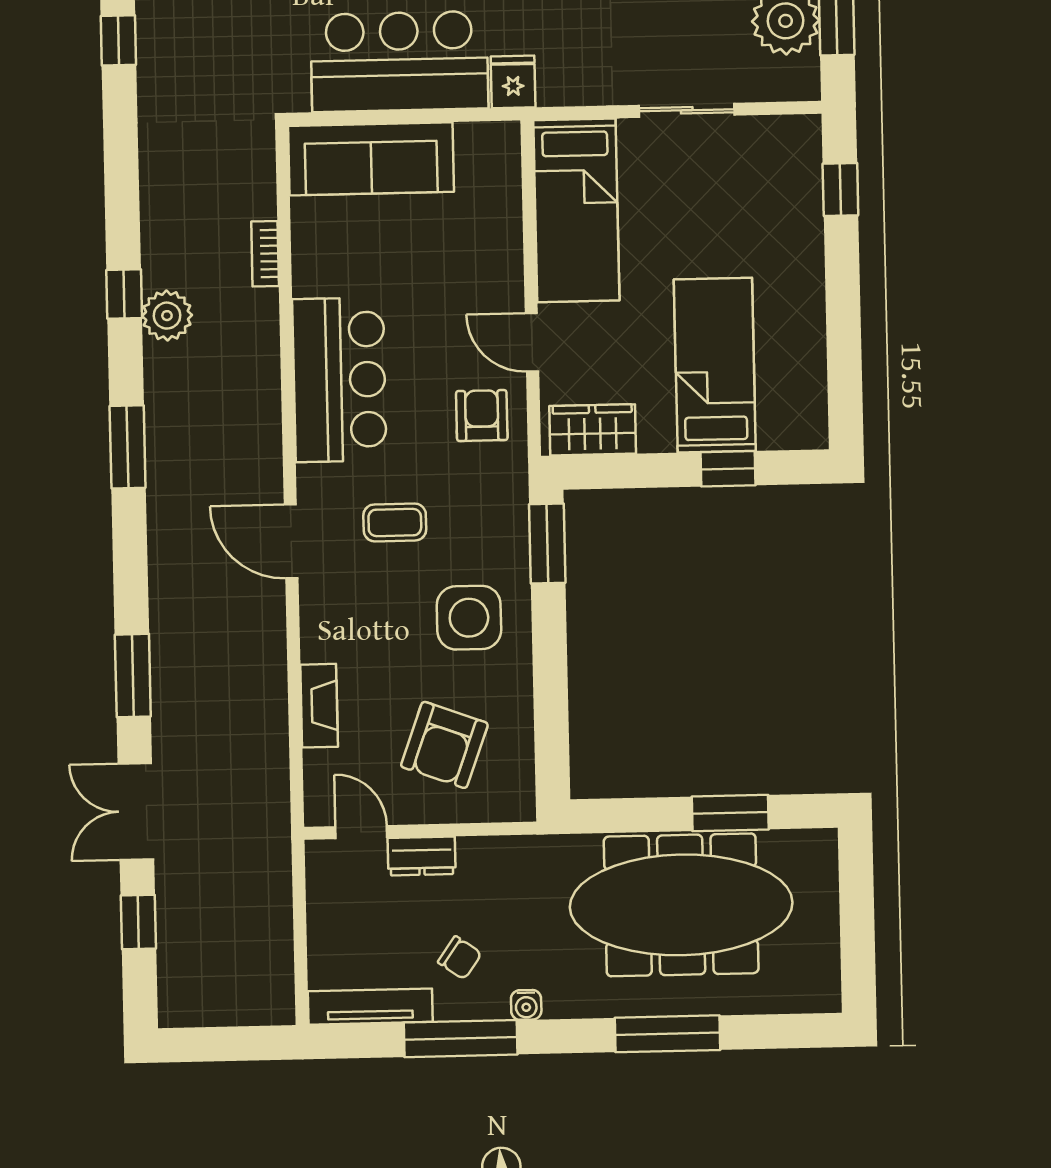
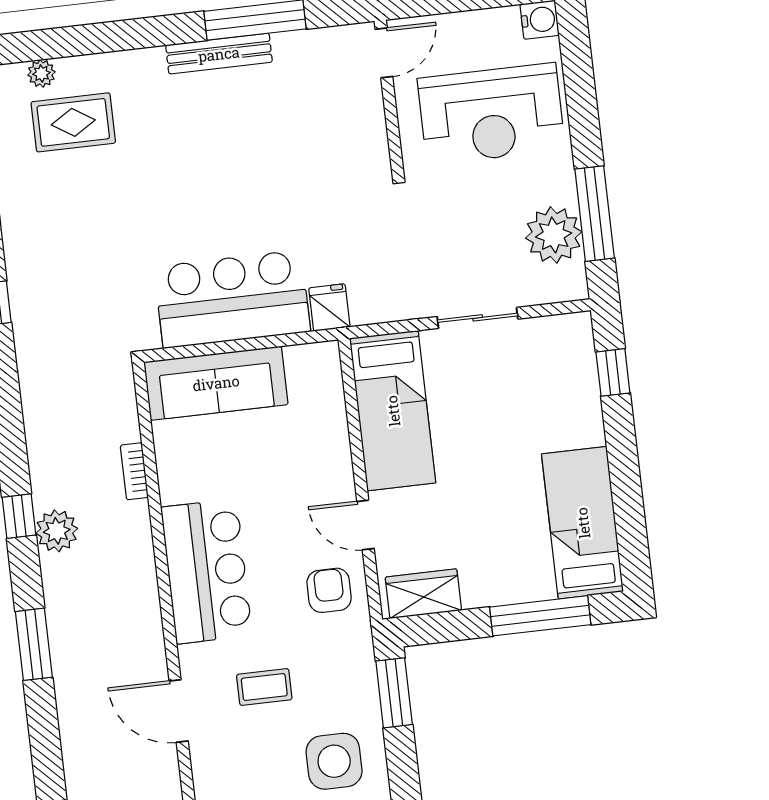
bed: (715, 365) -> (583, 523), moved
window: (728, 469) -> (540, 616), width x2.17

